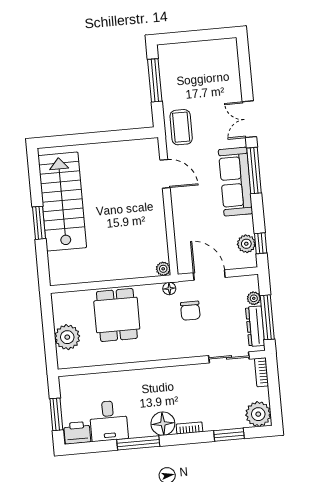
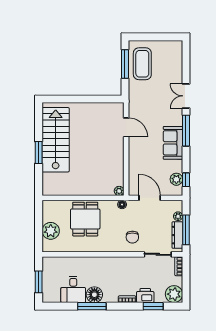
coffee table: (181, 127) -> (142, 64), moved, width x1.36, depth x1.32
sofa: (236, 182) -> (173, 143), width x0.73
chair: (190, 311) -> (132, 237), moved
floor lamp: (163, 424) -> (94, 295), moved
printer: (77, 433) -> (145, 296), moved

